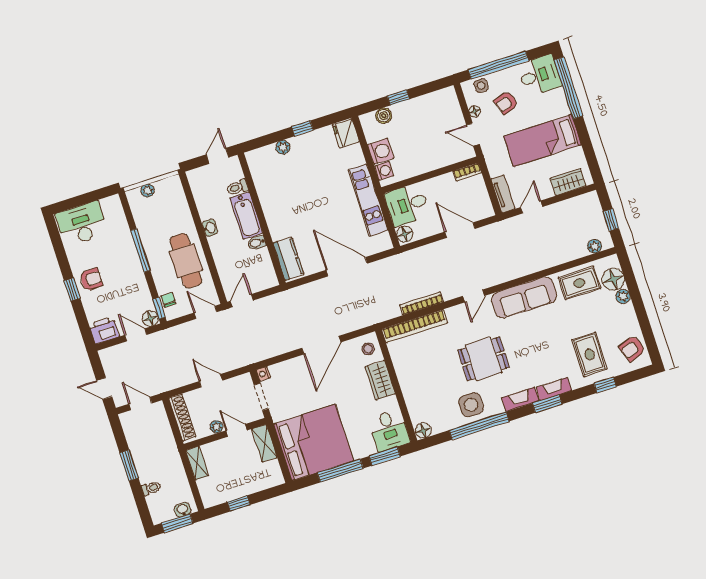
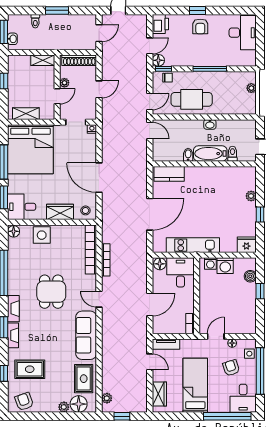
side table: (471, 405) -> (42, 235), moved
shelving: (264, 443) -> (26, 114), moved

